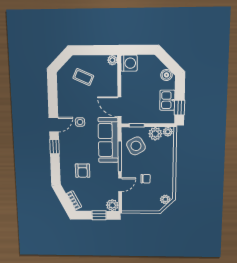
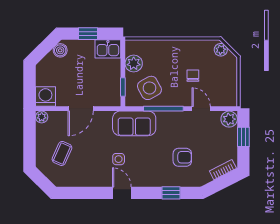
kitchen sink: (167, 100) -> (108, 49), moved
door: (119, 107) -> (81, 109), moved
window: (179, 108) -> (88, 34), moved
plant: (168, 132) -> (131, 48), removed
sofa: (108, 140) -> (134, 123), width x0.73
window: (55, 147) -> (171, 193), moved

